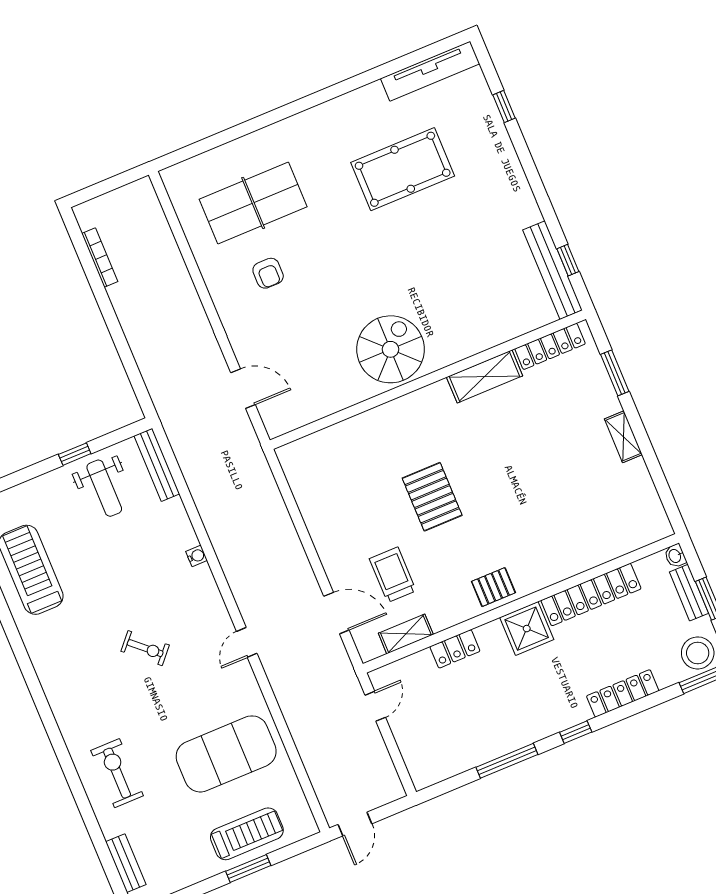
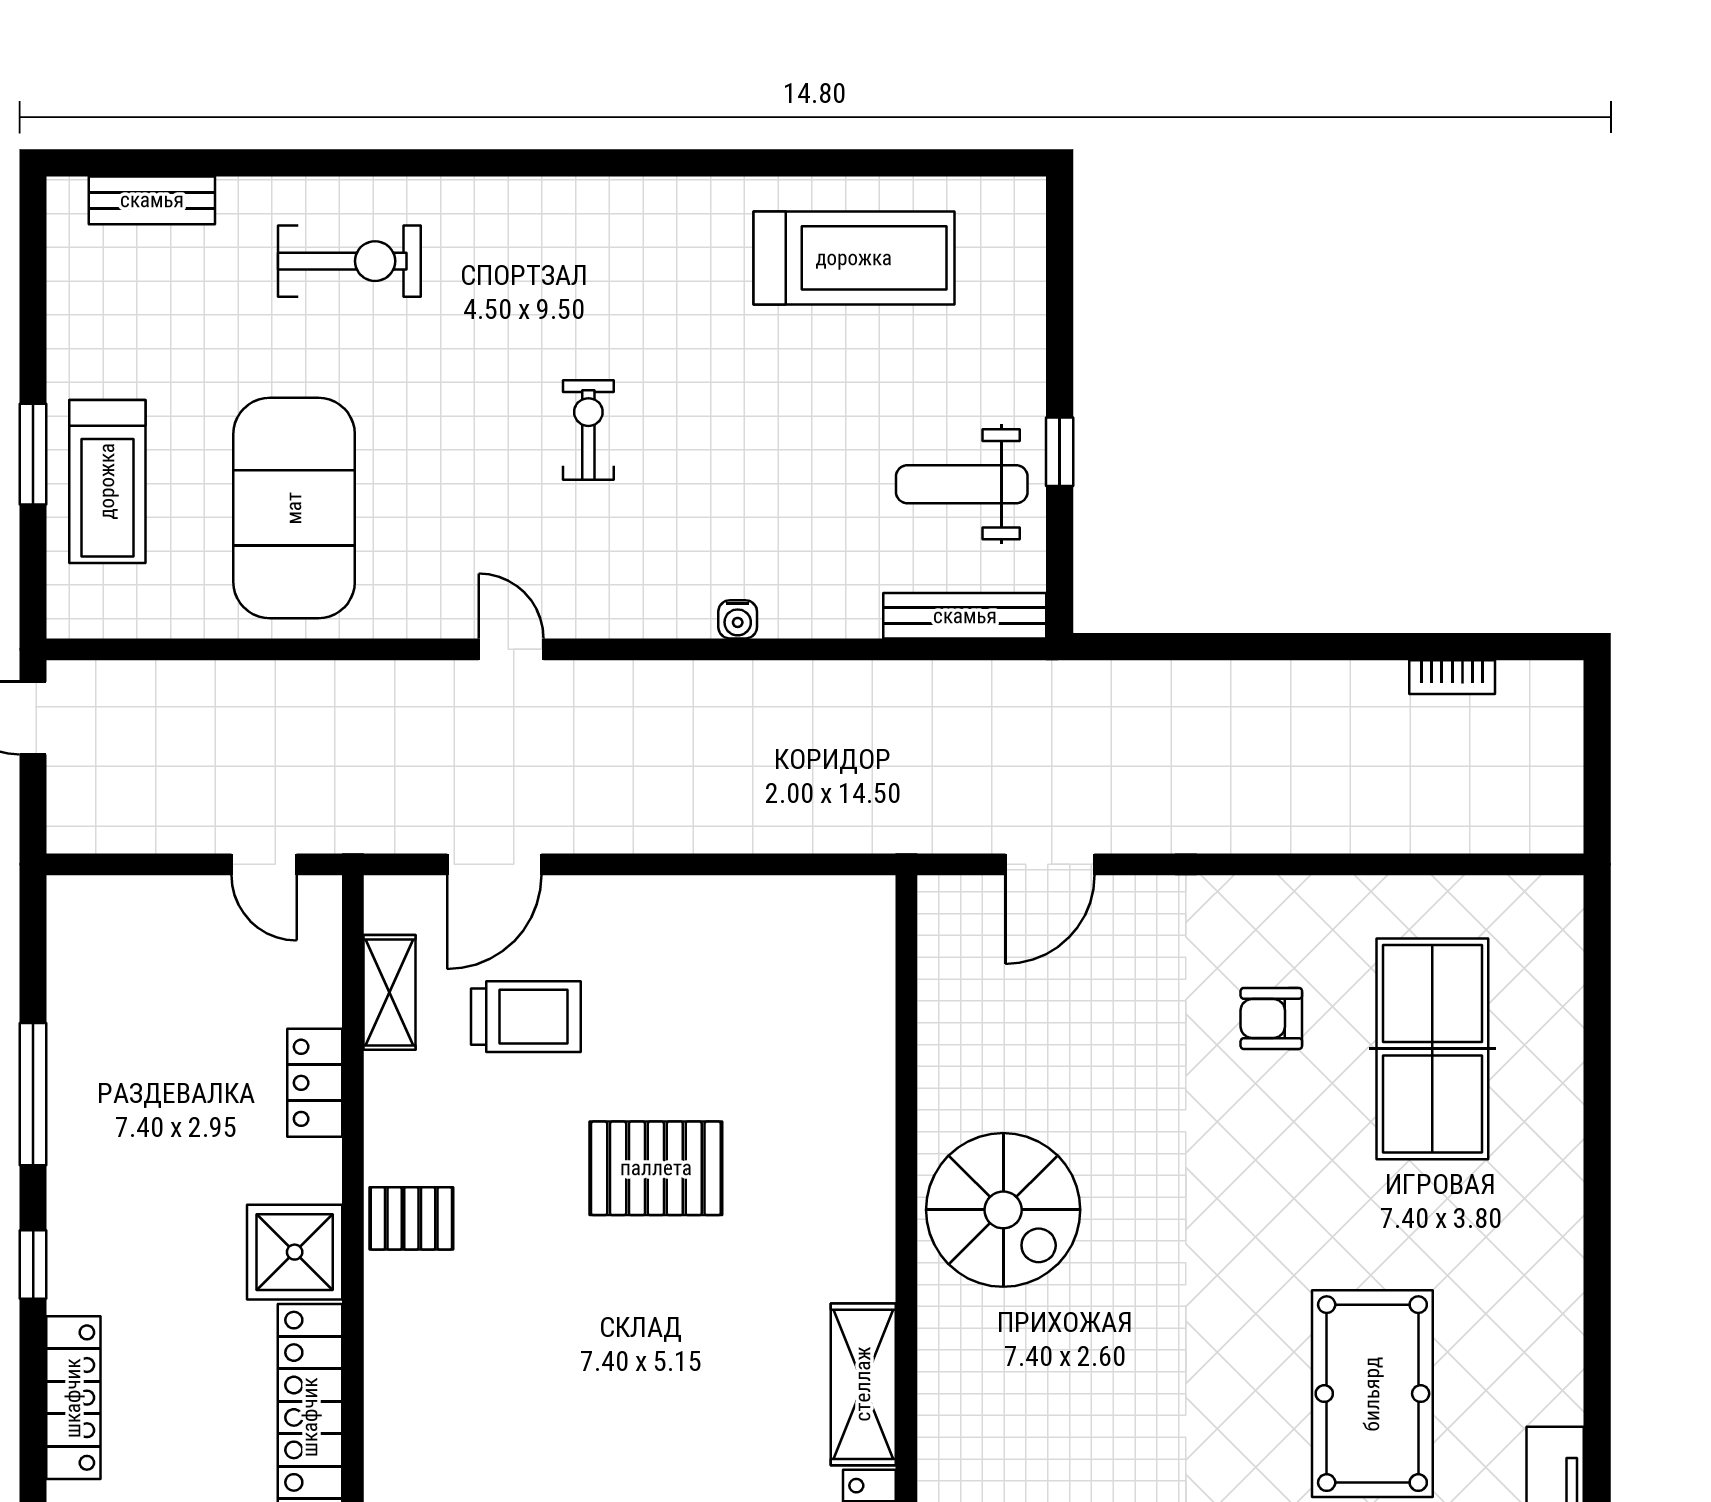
bookcase: (100, 258) -> (1452, 677), width x0.64
pallet: (493, 587) -> (411, 1218), turned 90
exercise bike: (145, 648) -> (588, 430), turned 138

